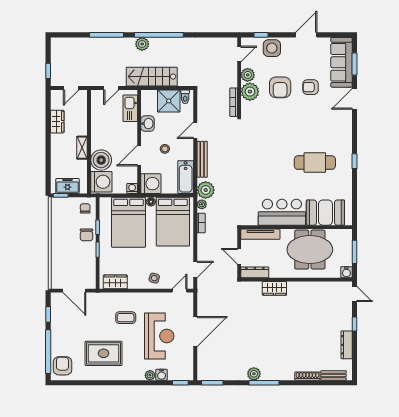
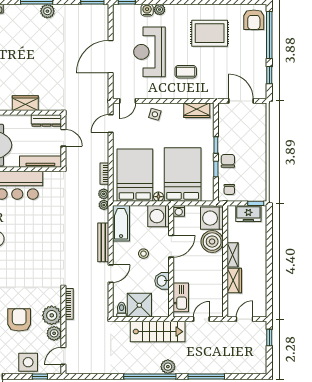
wardrobe: (57, 122) -> (234, 281), moved, turned 180
plant: (206, 190) -> (104, 205), width x0.53, depth x0.53

